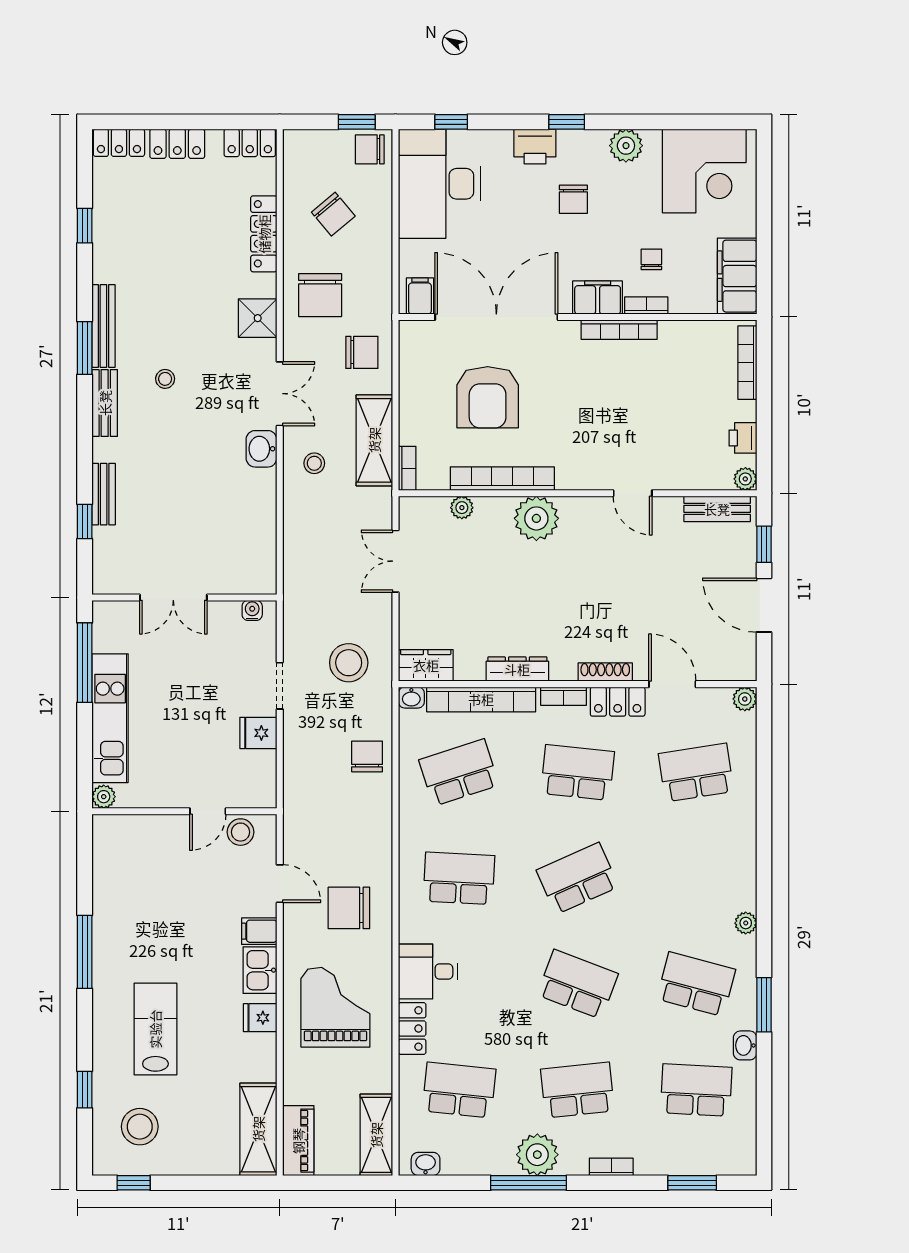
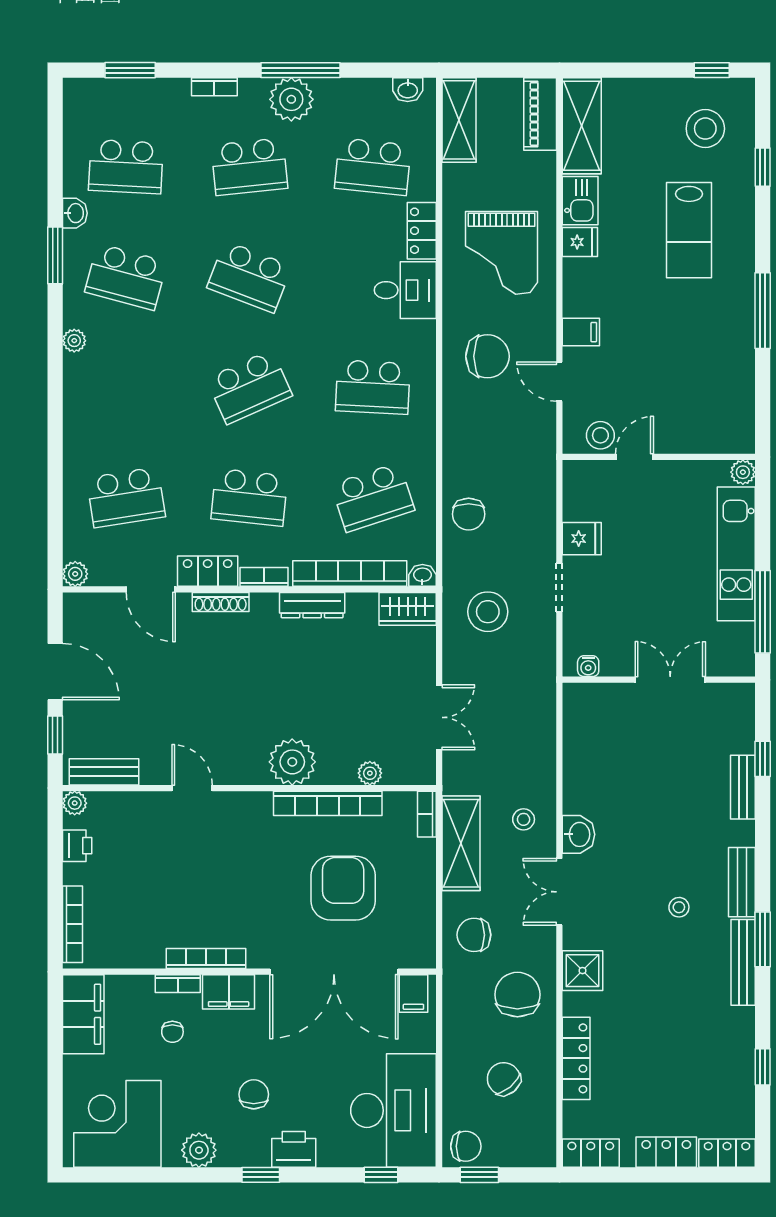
kitchen sink: (260, 970) -> (580, 201), moved

